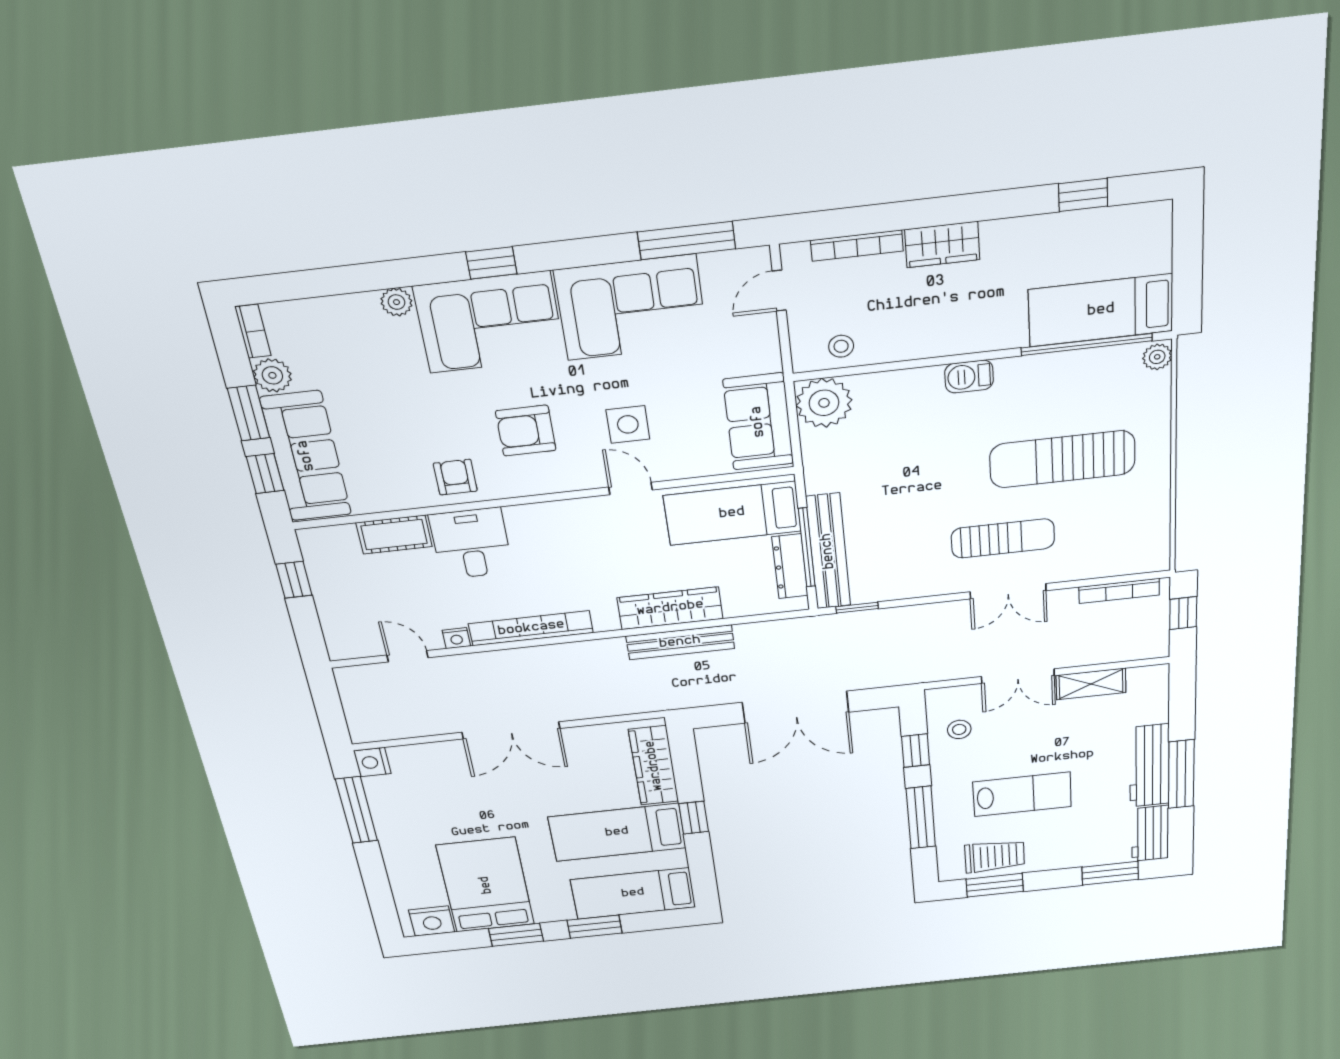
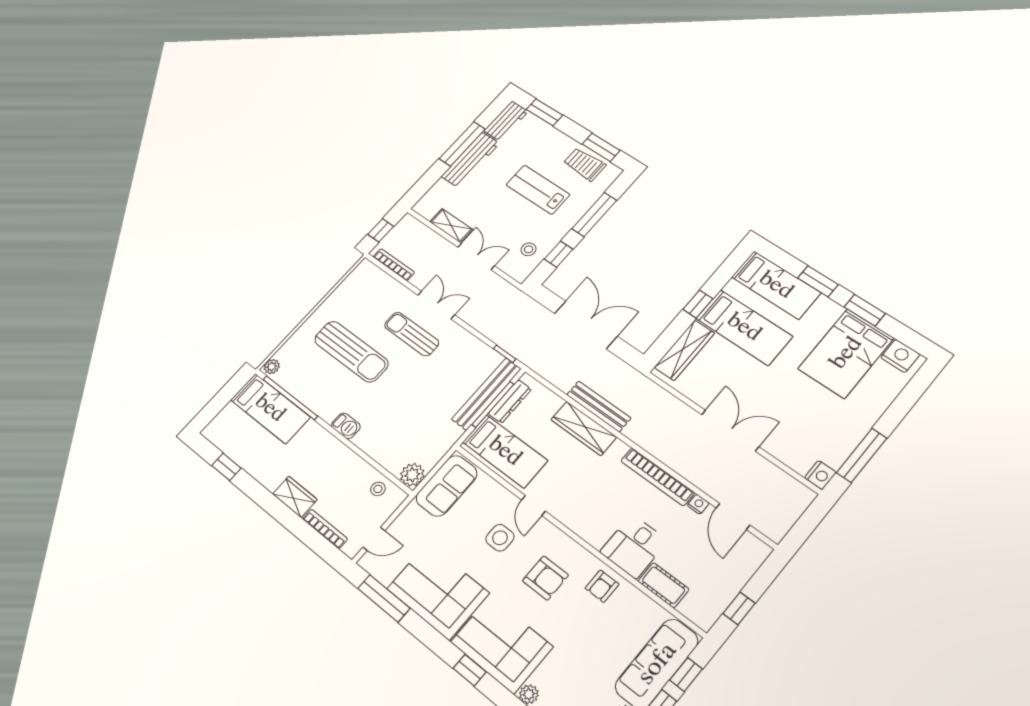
plant: (824, 403) -> (412, 475), width x0.73, depth x0.73
door: (408, 656) -> (733, 516), width x1.38

